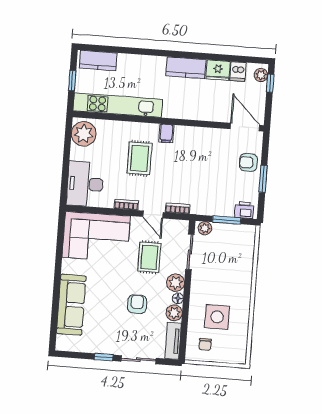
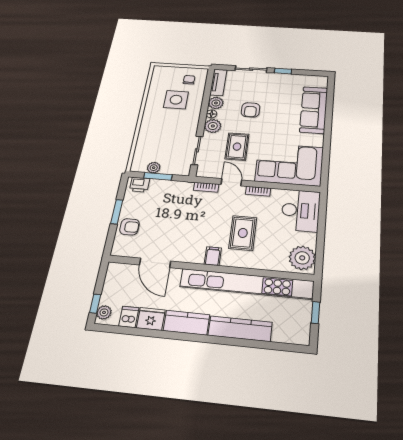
kitchen counter: (98, 61) -> (240, 329), moved, width x1.50
kitchen unit: (118, 105) -> (247, 284), width x1.36
door: (245, 127) -> (155, 263), moved
plant: (205, 228) -> (154, 168), moved

